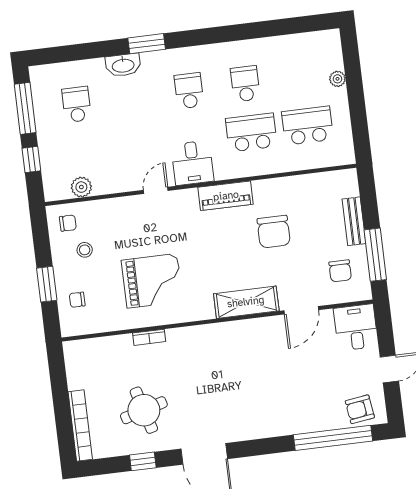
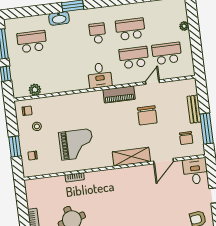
school desk: (245, 84) -> (130, 29), width x1.85
school desk: (77, 104) -> (32, 42), width x1.85
door: (156, 190) -> (152, 82), moved

